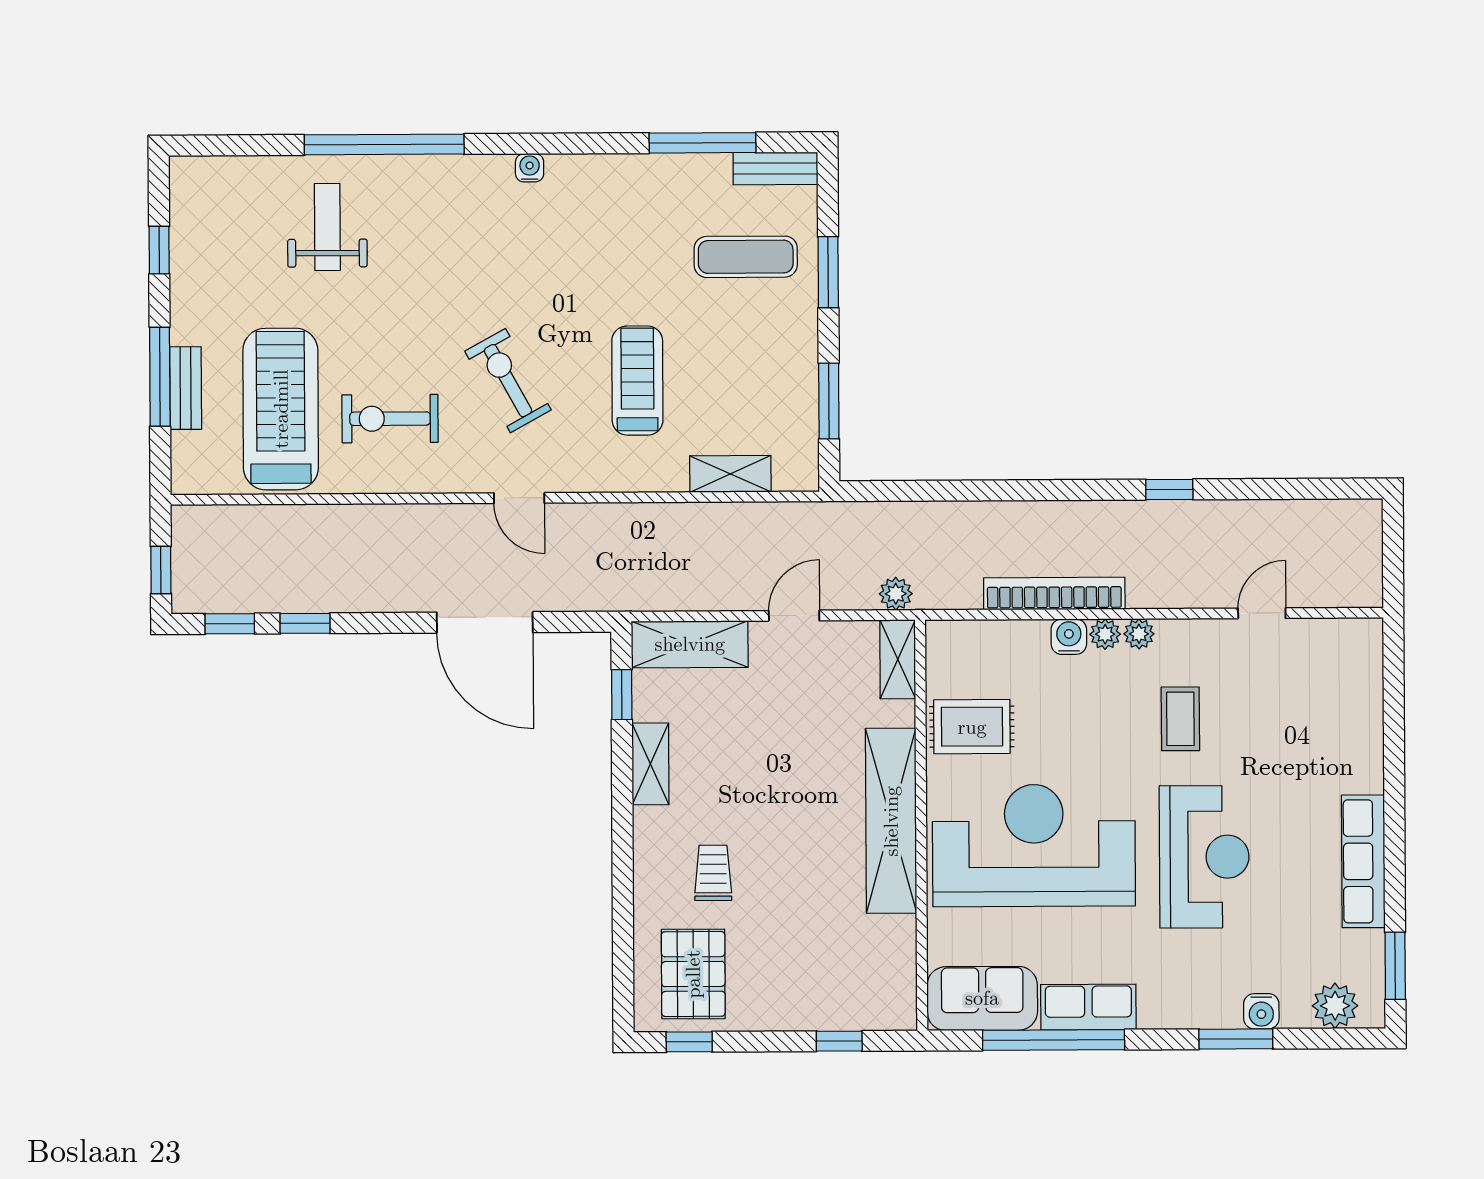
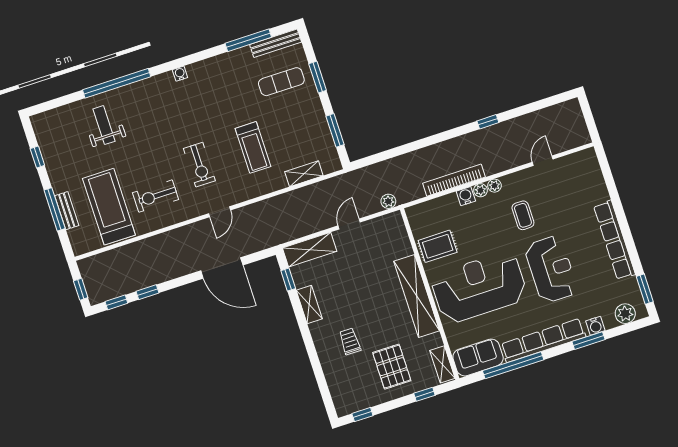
bench: (775, 169) -> (276, 43), width x1.36
exercise bike: (508, 381) -> (199, 165), turned -151
treadmill: (637, 381) -> (253, 147), turned 180
door: (519, 498) -> (220, 212), hinge flipped
shelving: (898, 659) -> (442, 364), moved
row of seats: (1363, 861) -> (614, 240), width x1.36
pallet: (693, 974) -> (392, 367), moved
row of seats: (1088, 1007) -> (543, 340), width x2.02

